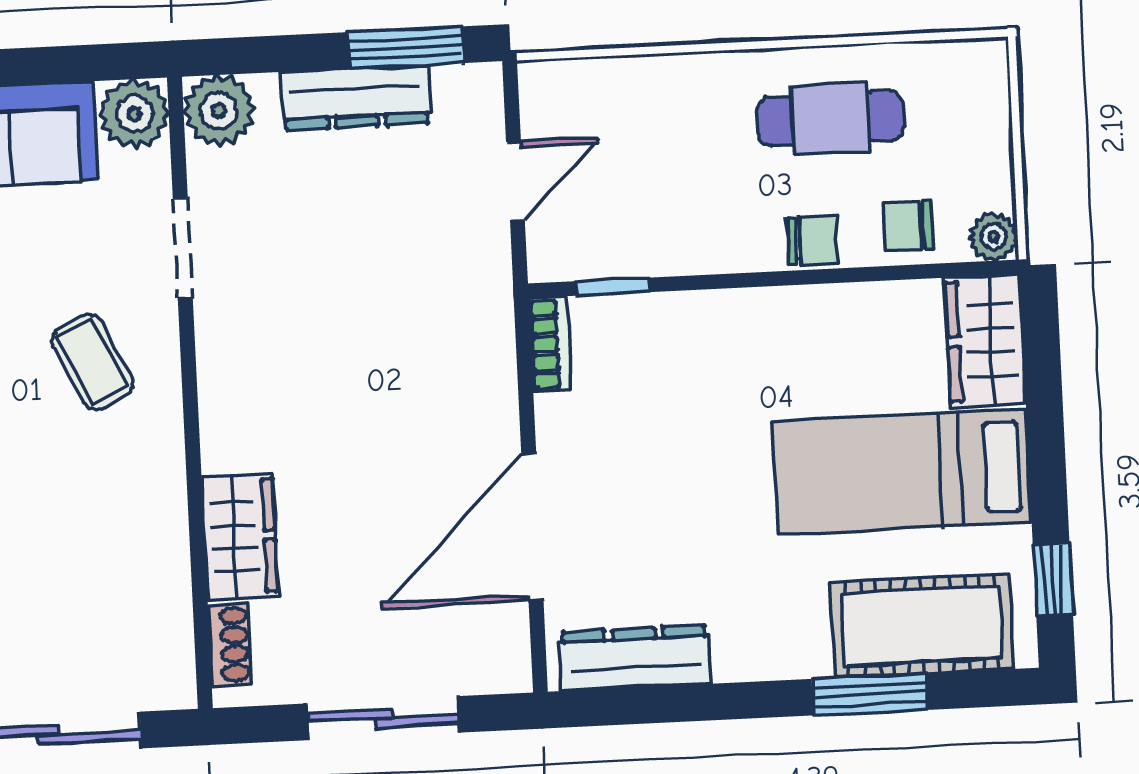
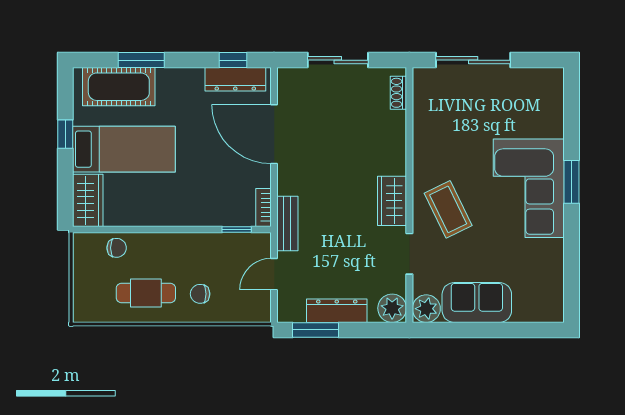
plant: (994, 236) -> (82, 242), removed
chair: (812, 240) -> (200, 294), moved
bench: (488, 308) -> (287, 223), added
coffee table: (92, 362) -> (448, 209), width x1.36, depth x1.30
door: (532, 527) -> (274, 134), swing flipped
wardrobe: (240, 537) -> (392, 201), moved
window: (1053, 580) -> (65, 134), moved
window: (643, 705) -> (233, 60), added

